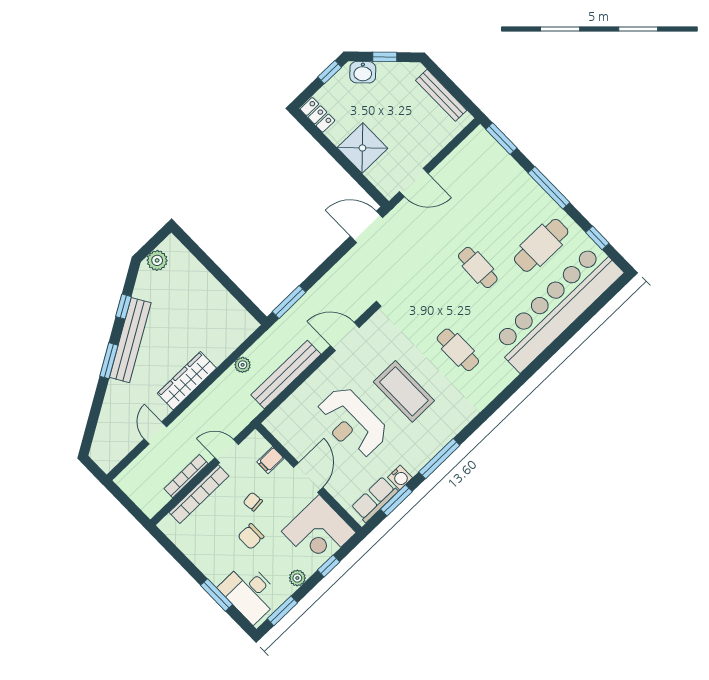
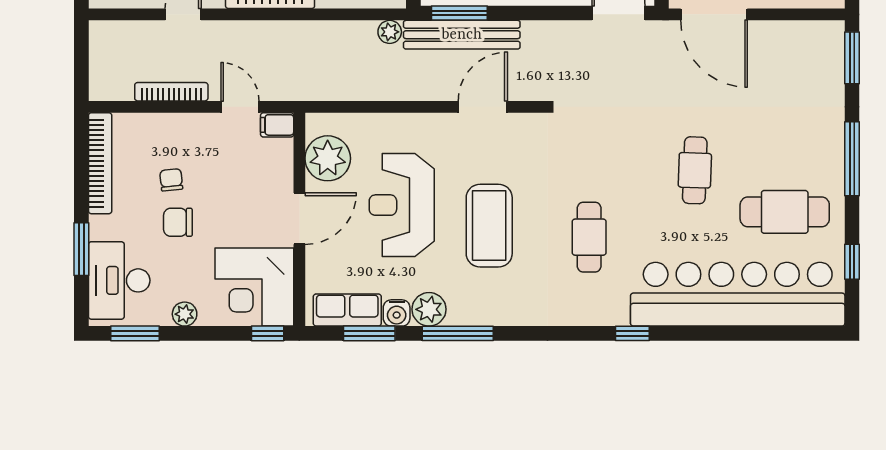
door: (414, 183) -> (714, 14), width x1.36
door: (345, 337) -> (483, 107), hinge flipped
plant: (243, 365) -> (390, 32), moved
bench: (286, 374) -> (462, 35), moved
window: (524, 376) -> (632, 333), added
plant: (294, 435) -> (328, 158), added
filing cabinet: (270, 460) -> (277, 125), moved
plant: (414, 460) -> (429, 309), added
bookcase: (199, 494) -> (100, 163), moved, turned -90
chair: (253, 502) -> (171, 180), moved
window: (329, 566) -> (268, 333), moved

